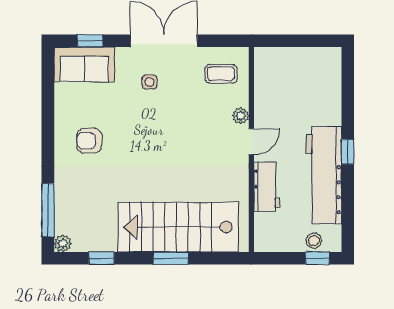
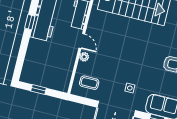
window: (304, 41) -> (39, 89), added
door: (251, 142) -> (82, 41), swing flipped

